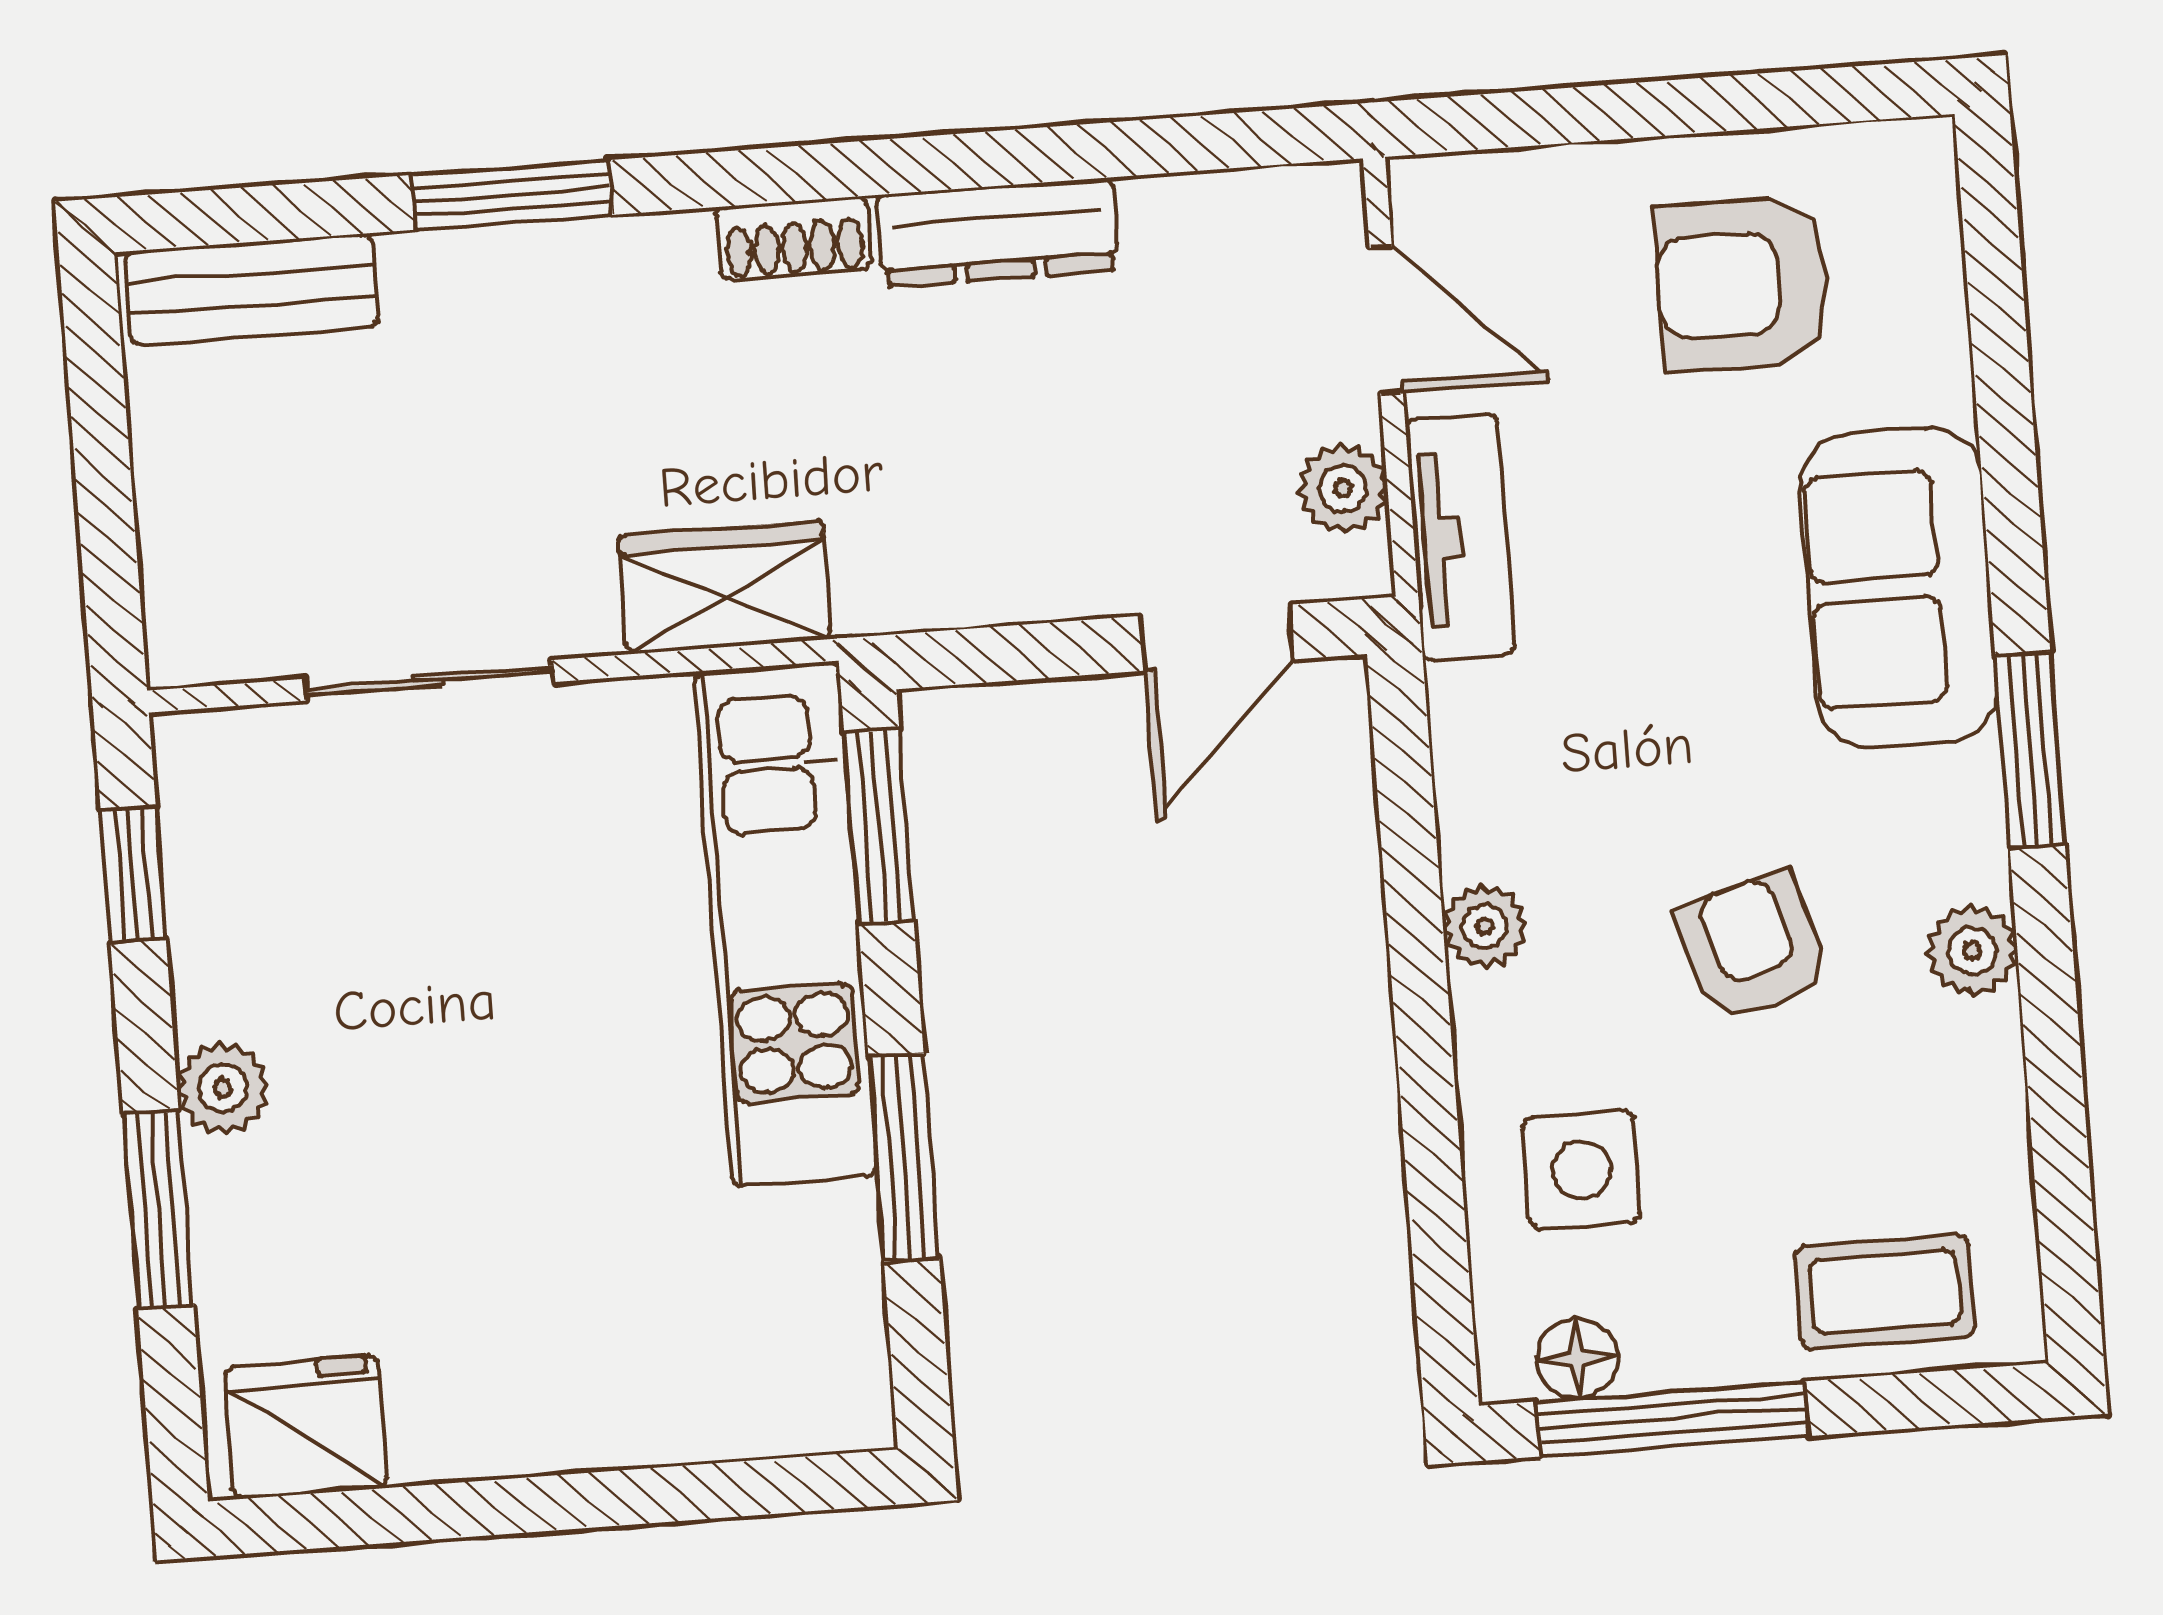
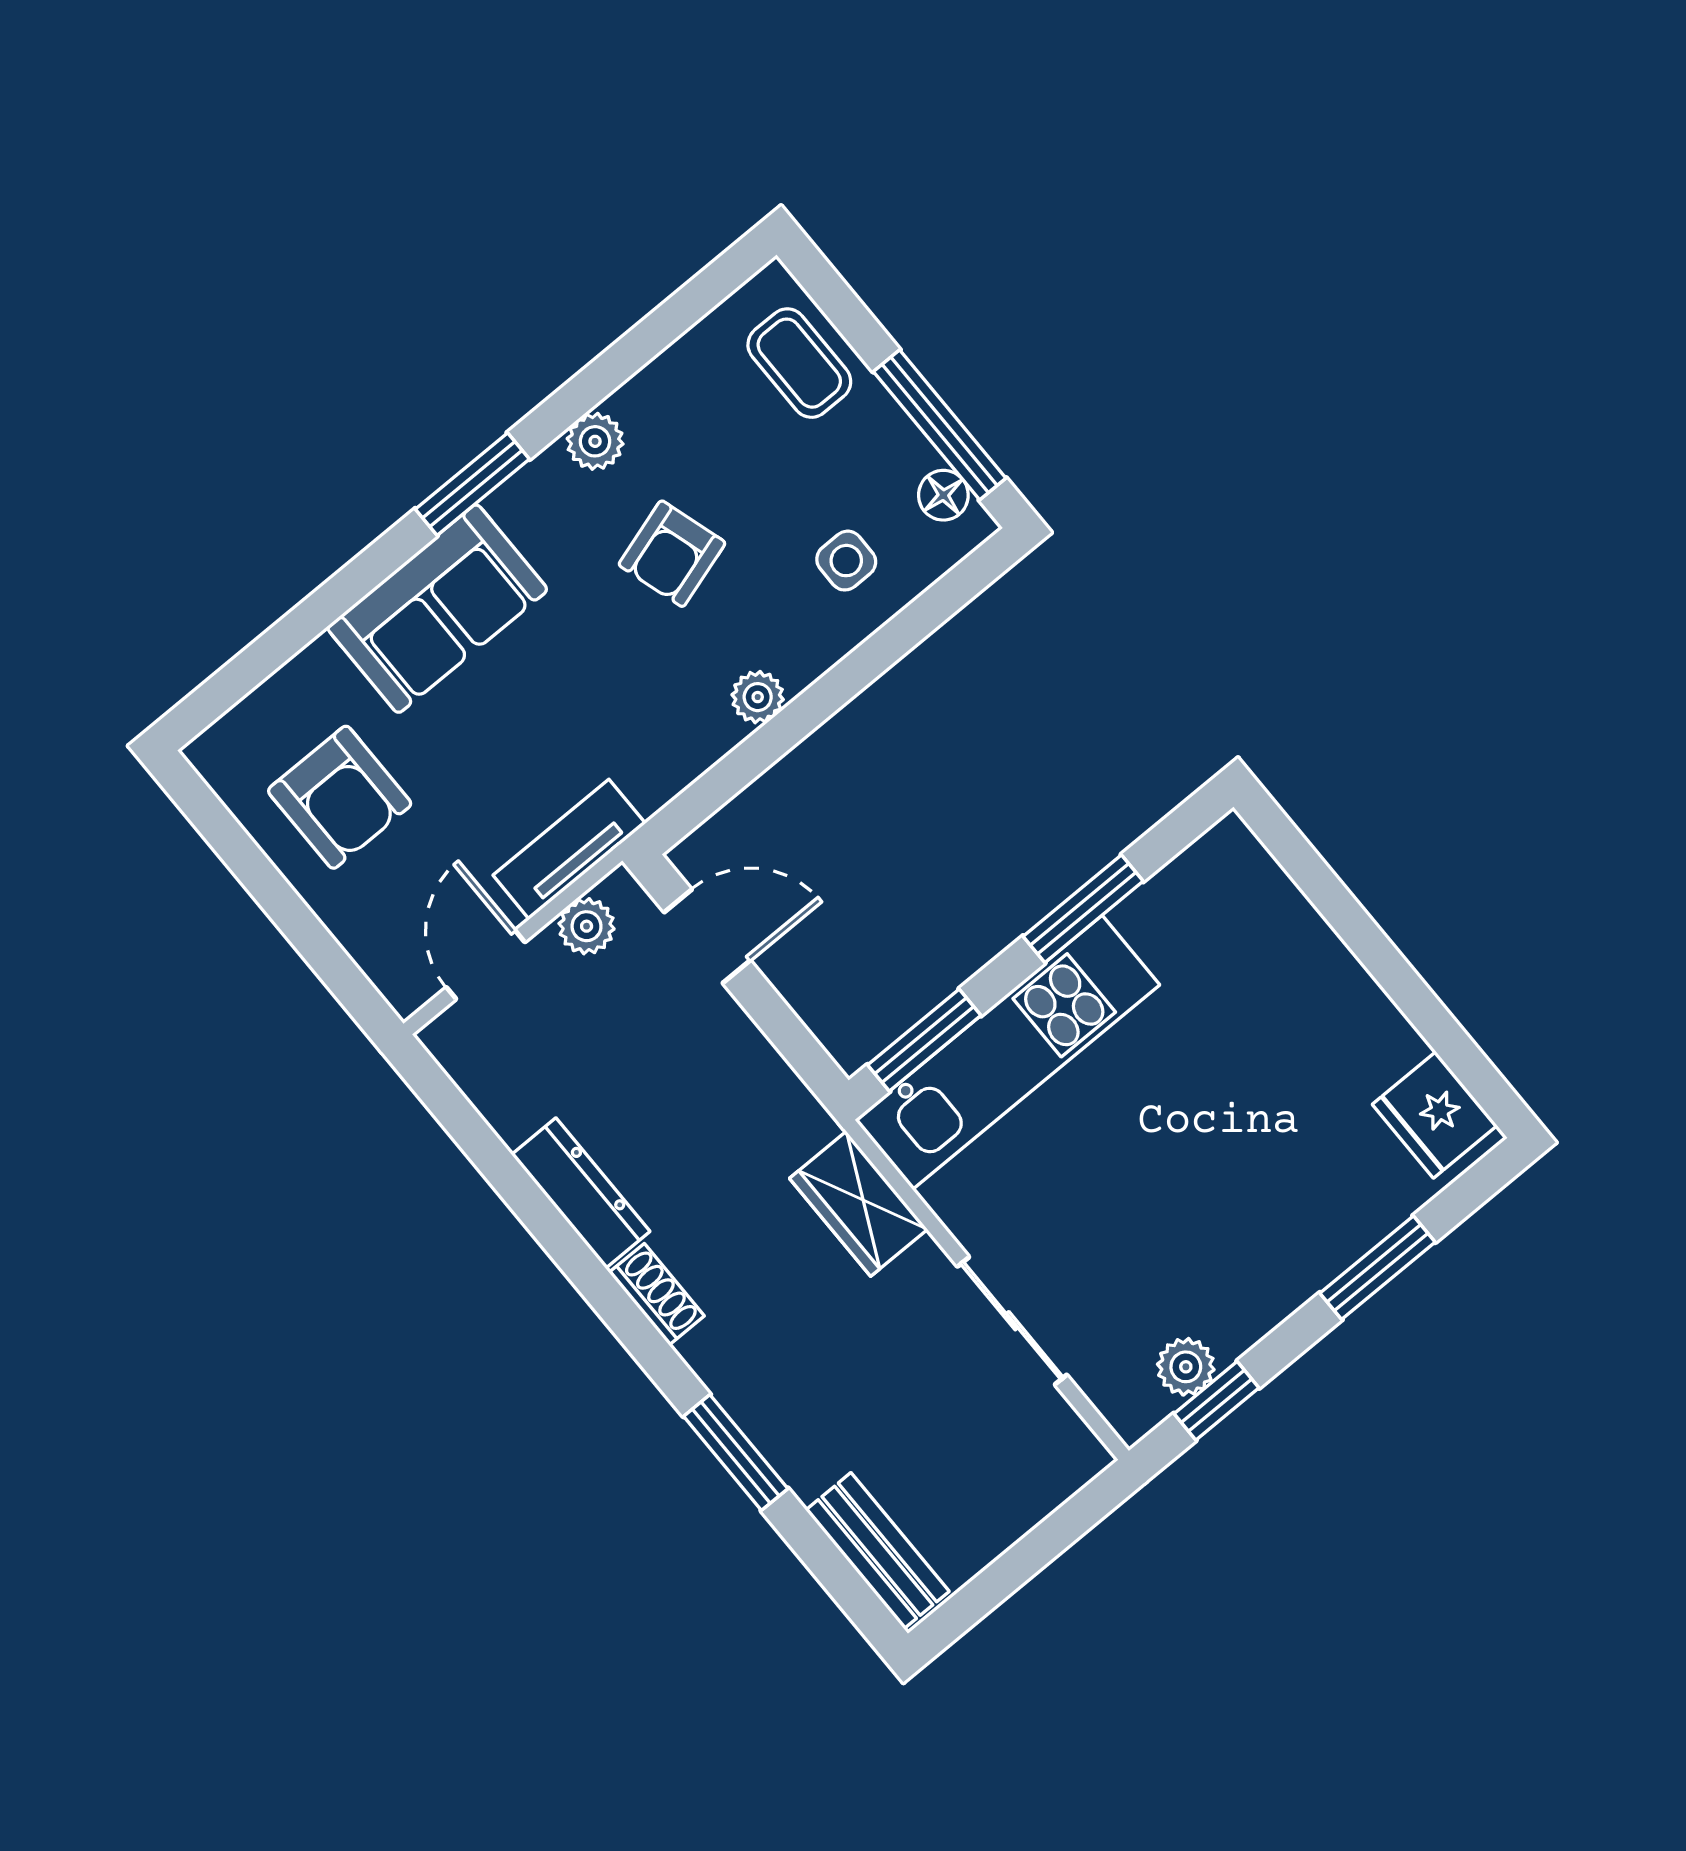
plant: (223, 1088) -> (1186, 1367), moved
side table: (1582, 1170) -> (846, 561), width x0.73, depth x0.73

